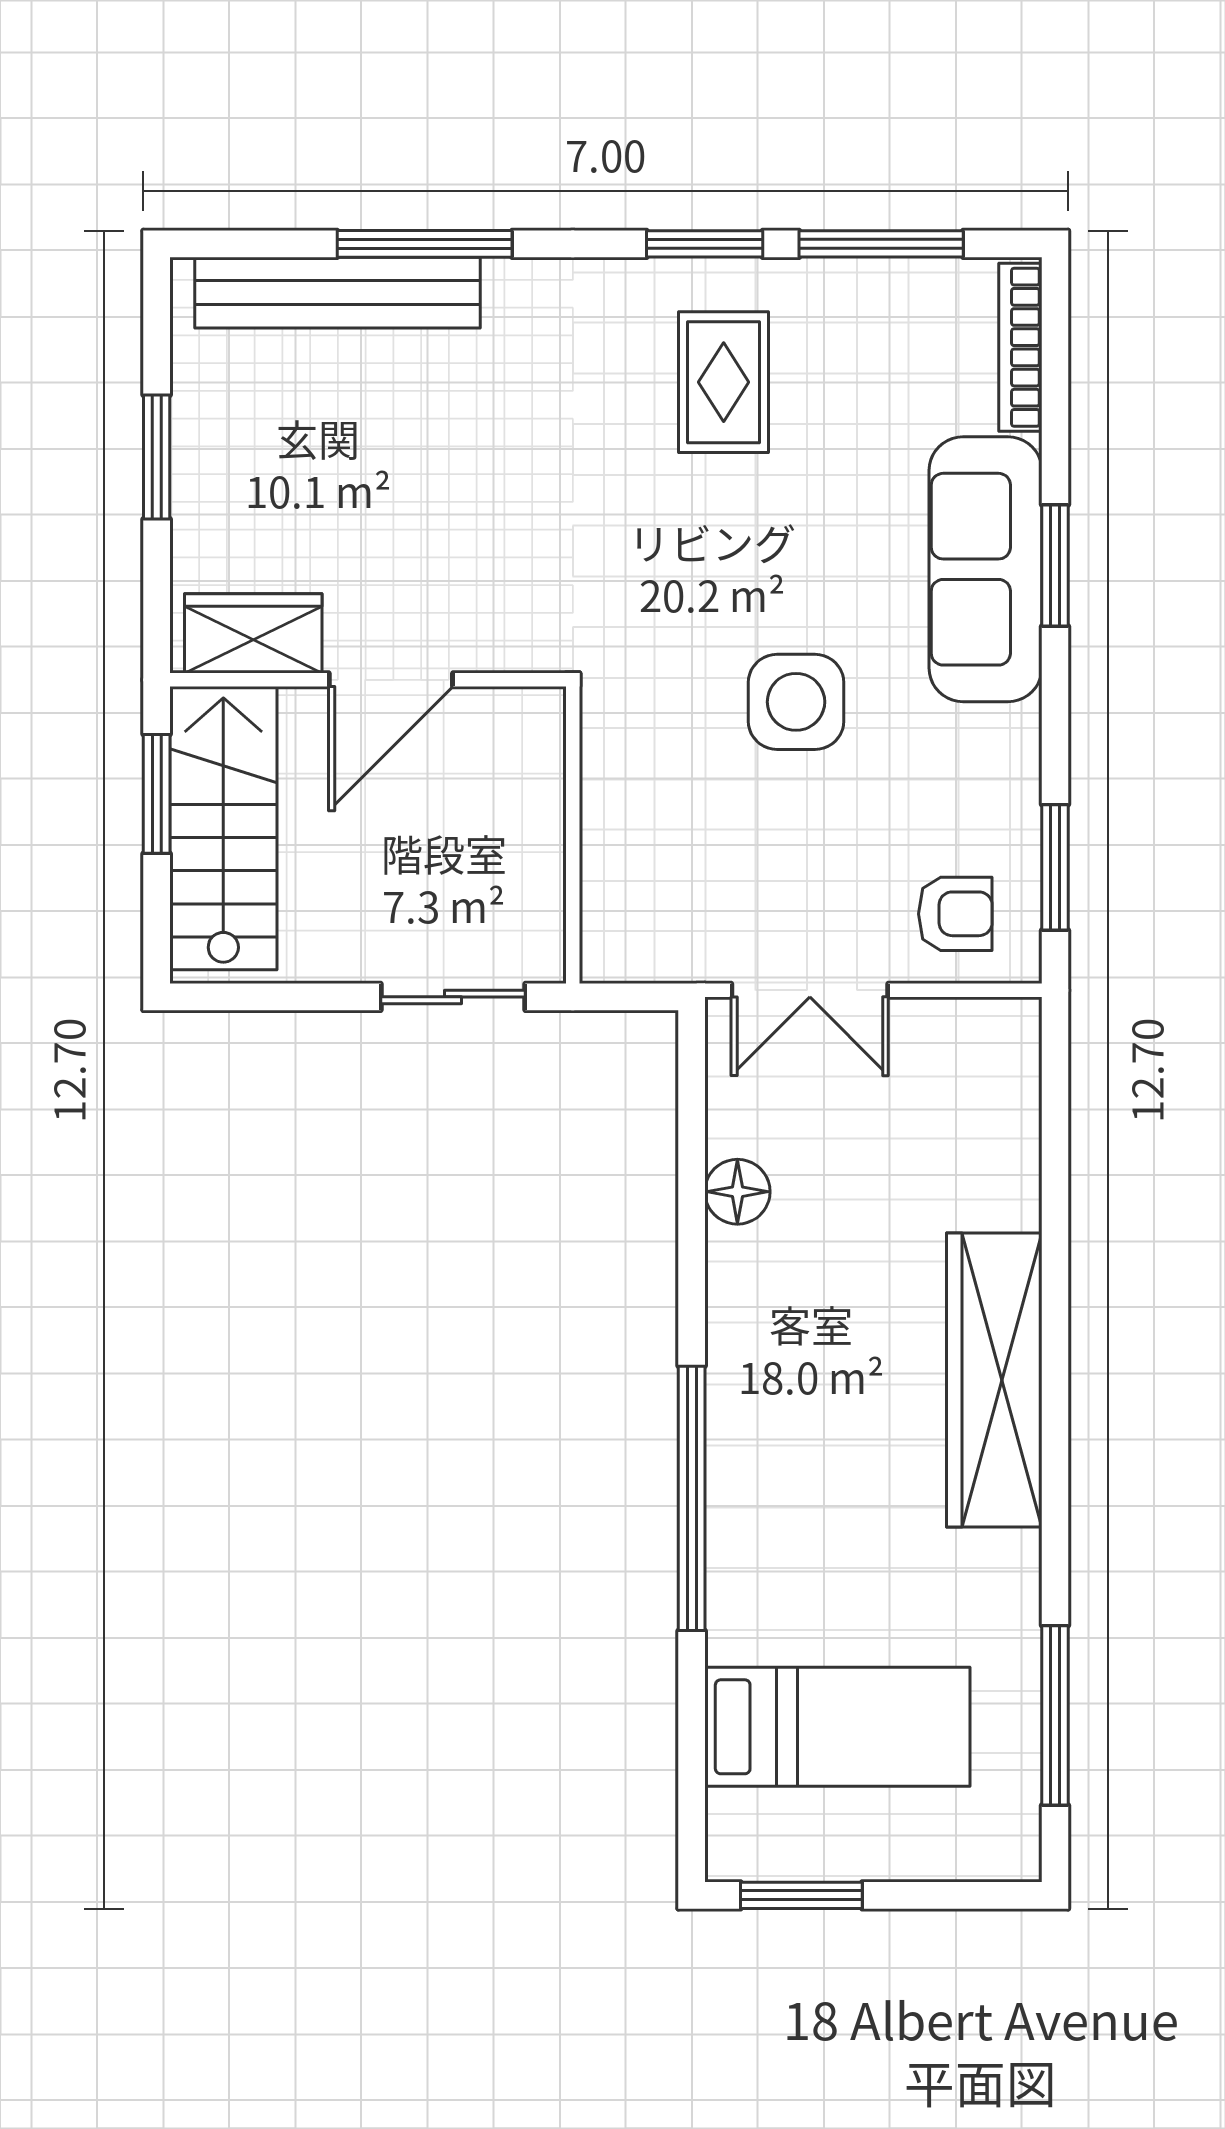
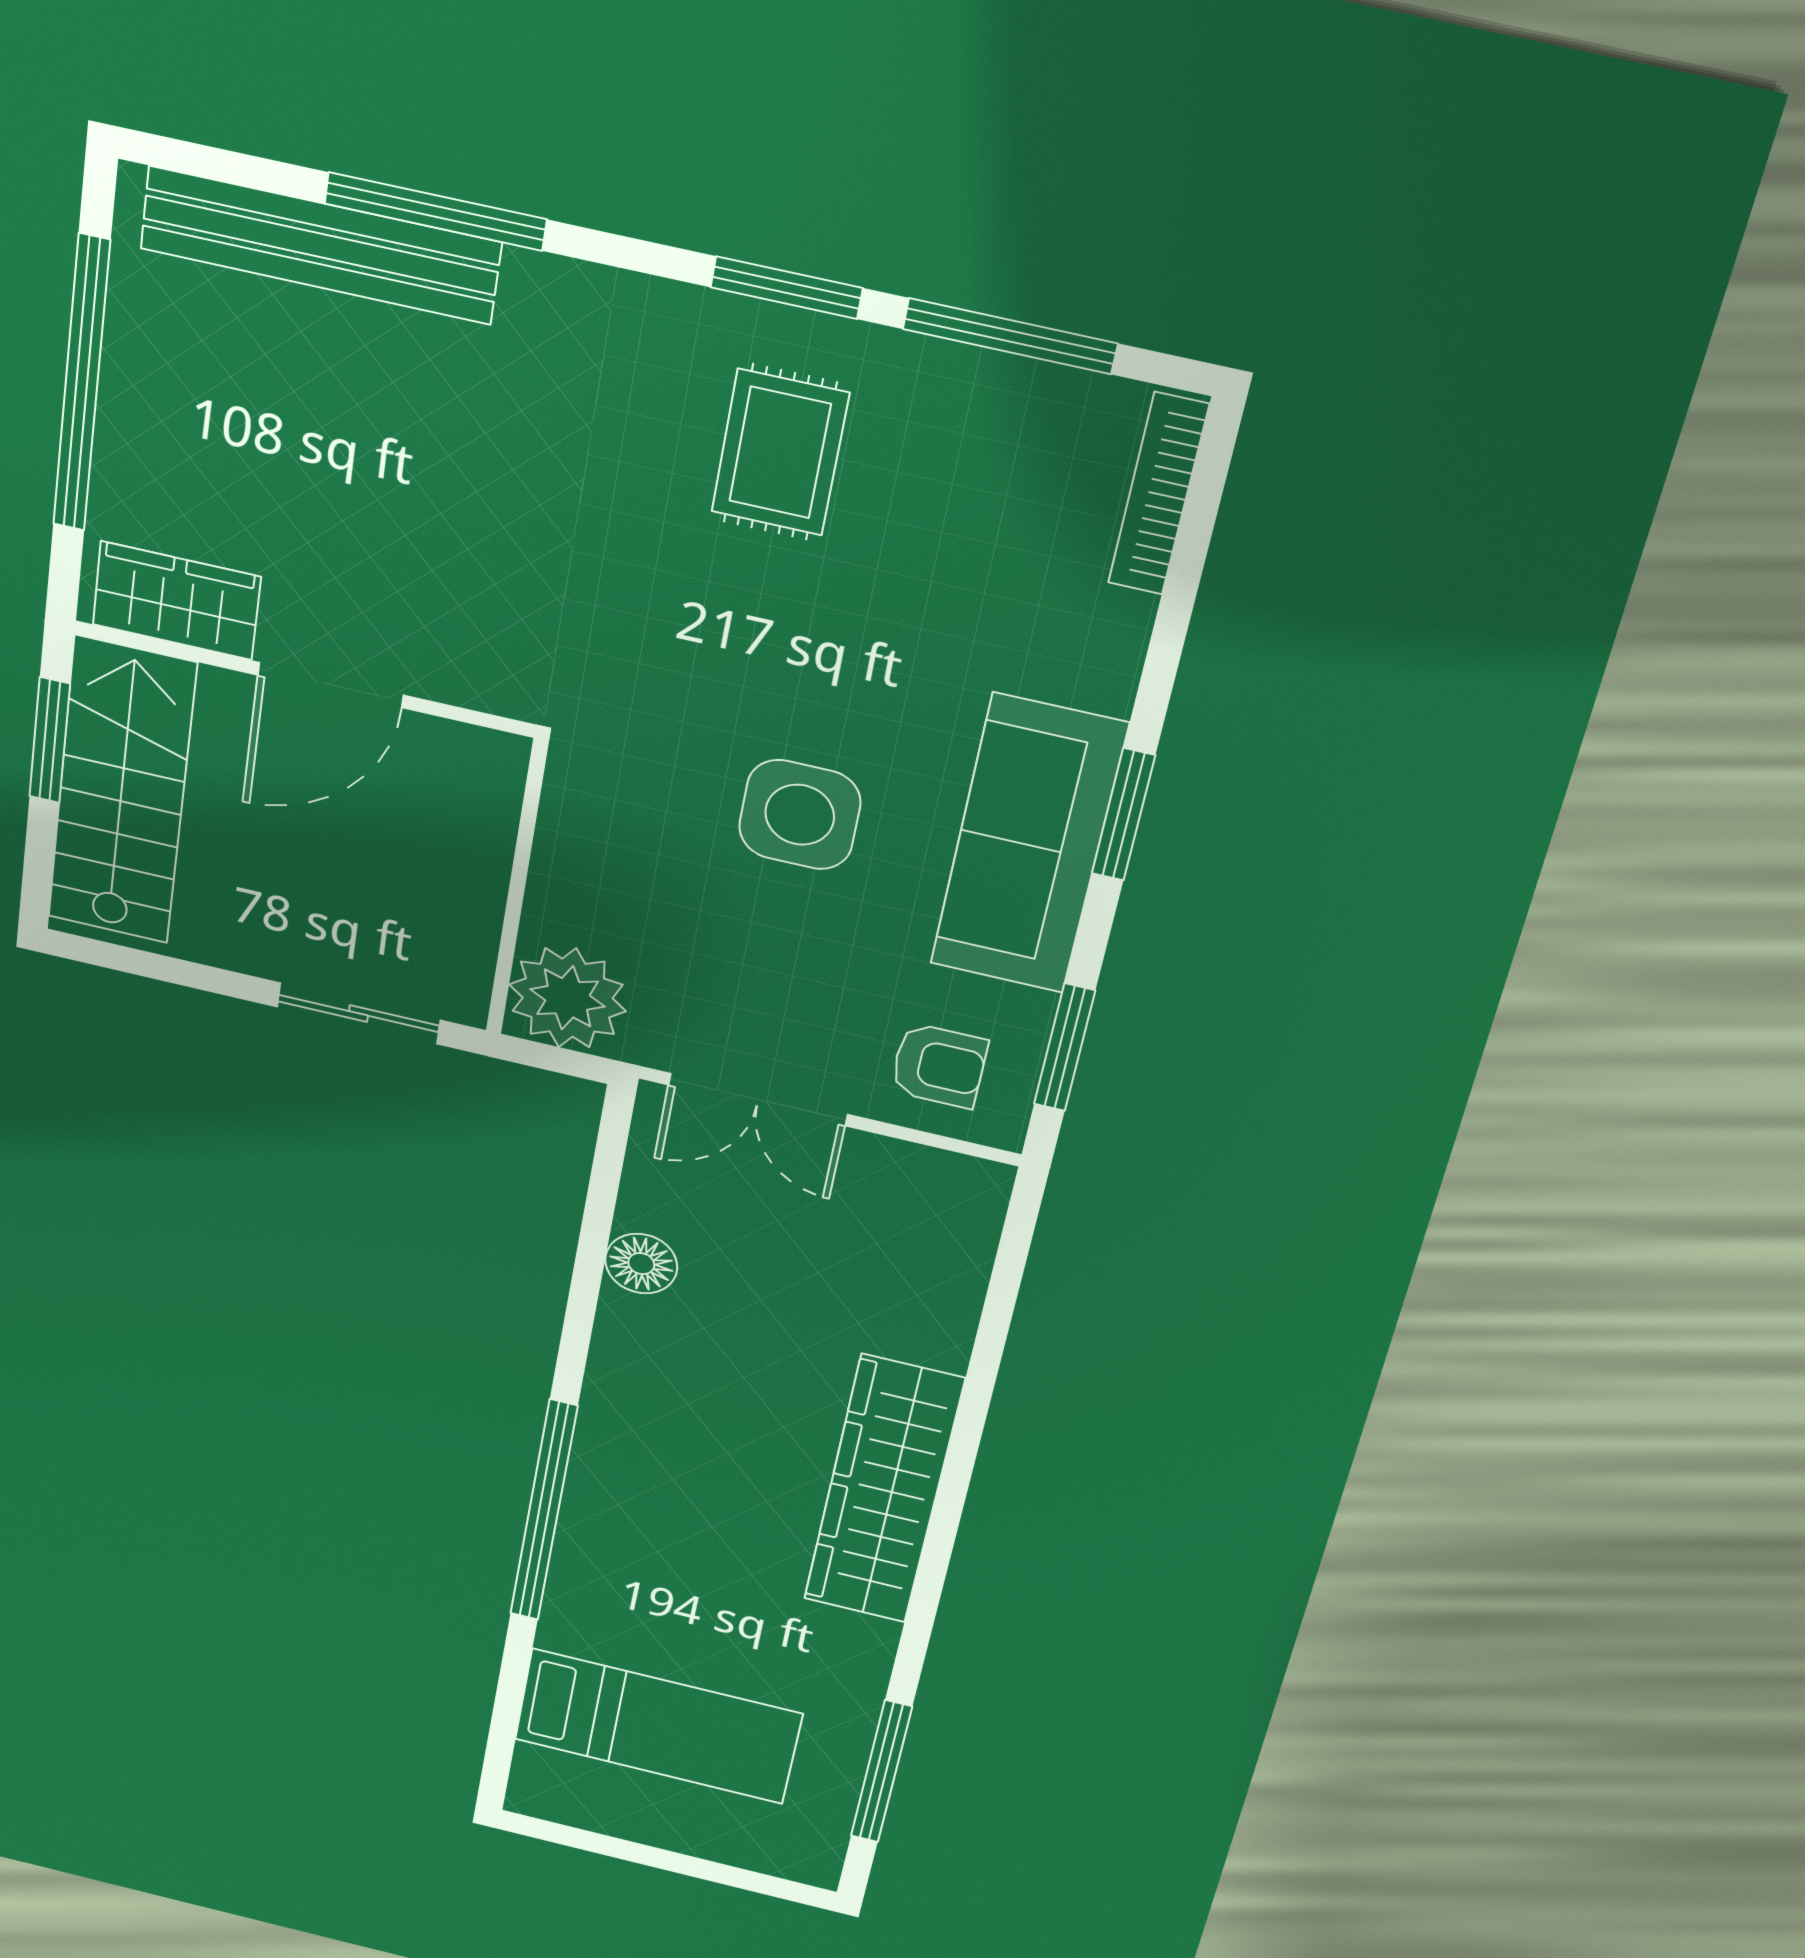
window: (157, 457) -> (81, 385), width x2.11
window: (1055, 566) -> (1123, 815), moved
sofa: (985, 569) -> (1028, 845), moved
plant: (631, 932) -> (567, 998), added
window: (801, 1895) -> (596, 1843), removed

